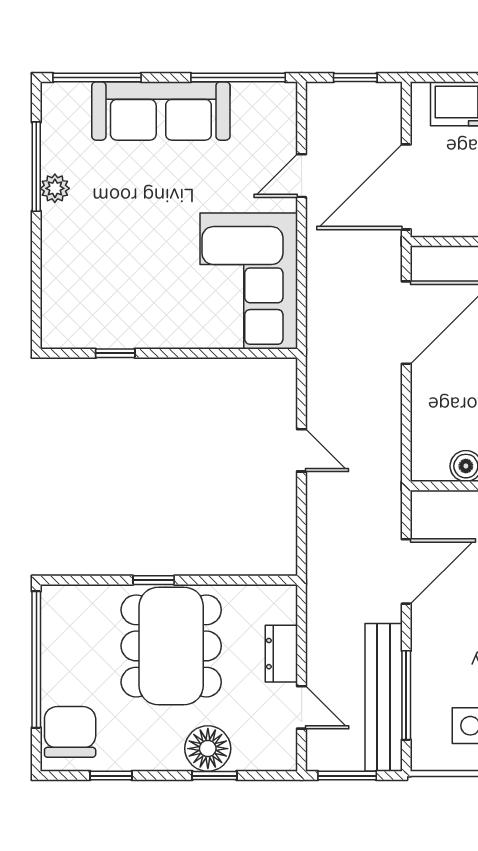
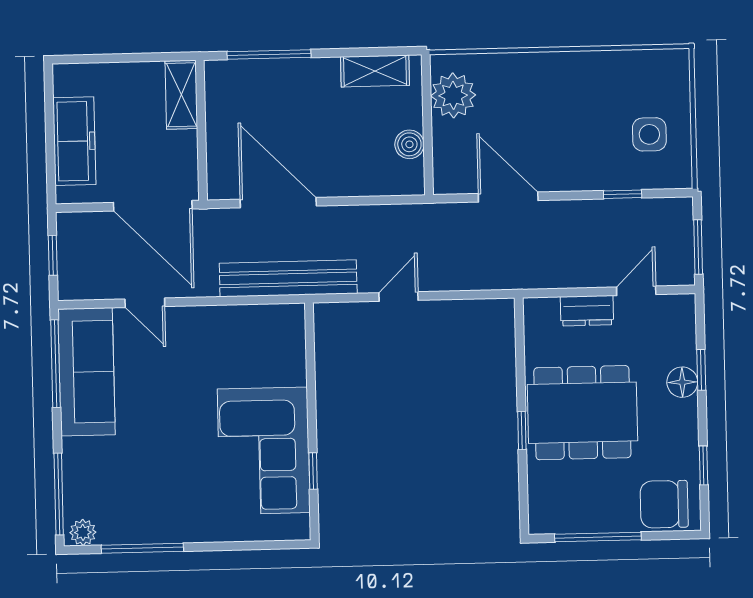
sofa: (161, 111) -> (87, 372), moved
plant: (55, 188) -> (83, 532), moved
corner sofa: (249, 281) -> (264, 451), moved, turned 90
window: (36, 659) -> (598, 537), width x0.68
window: (406, 695) -> (623, 194), width x0.46
bench: (384, 697) -> (288, 278), moved
floor lamp: (208, 749) -> (682, 382), width x0.73, depth x0.73

